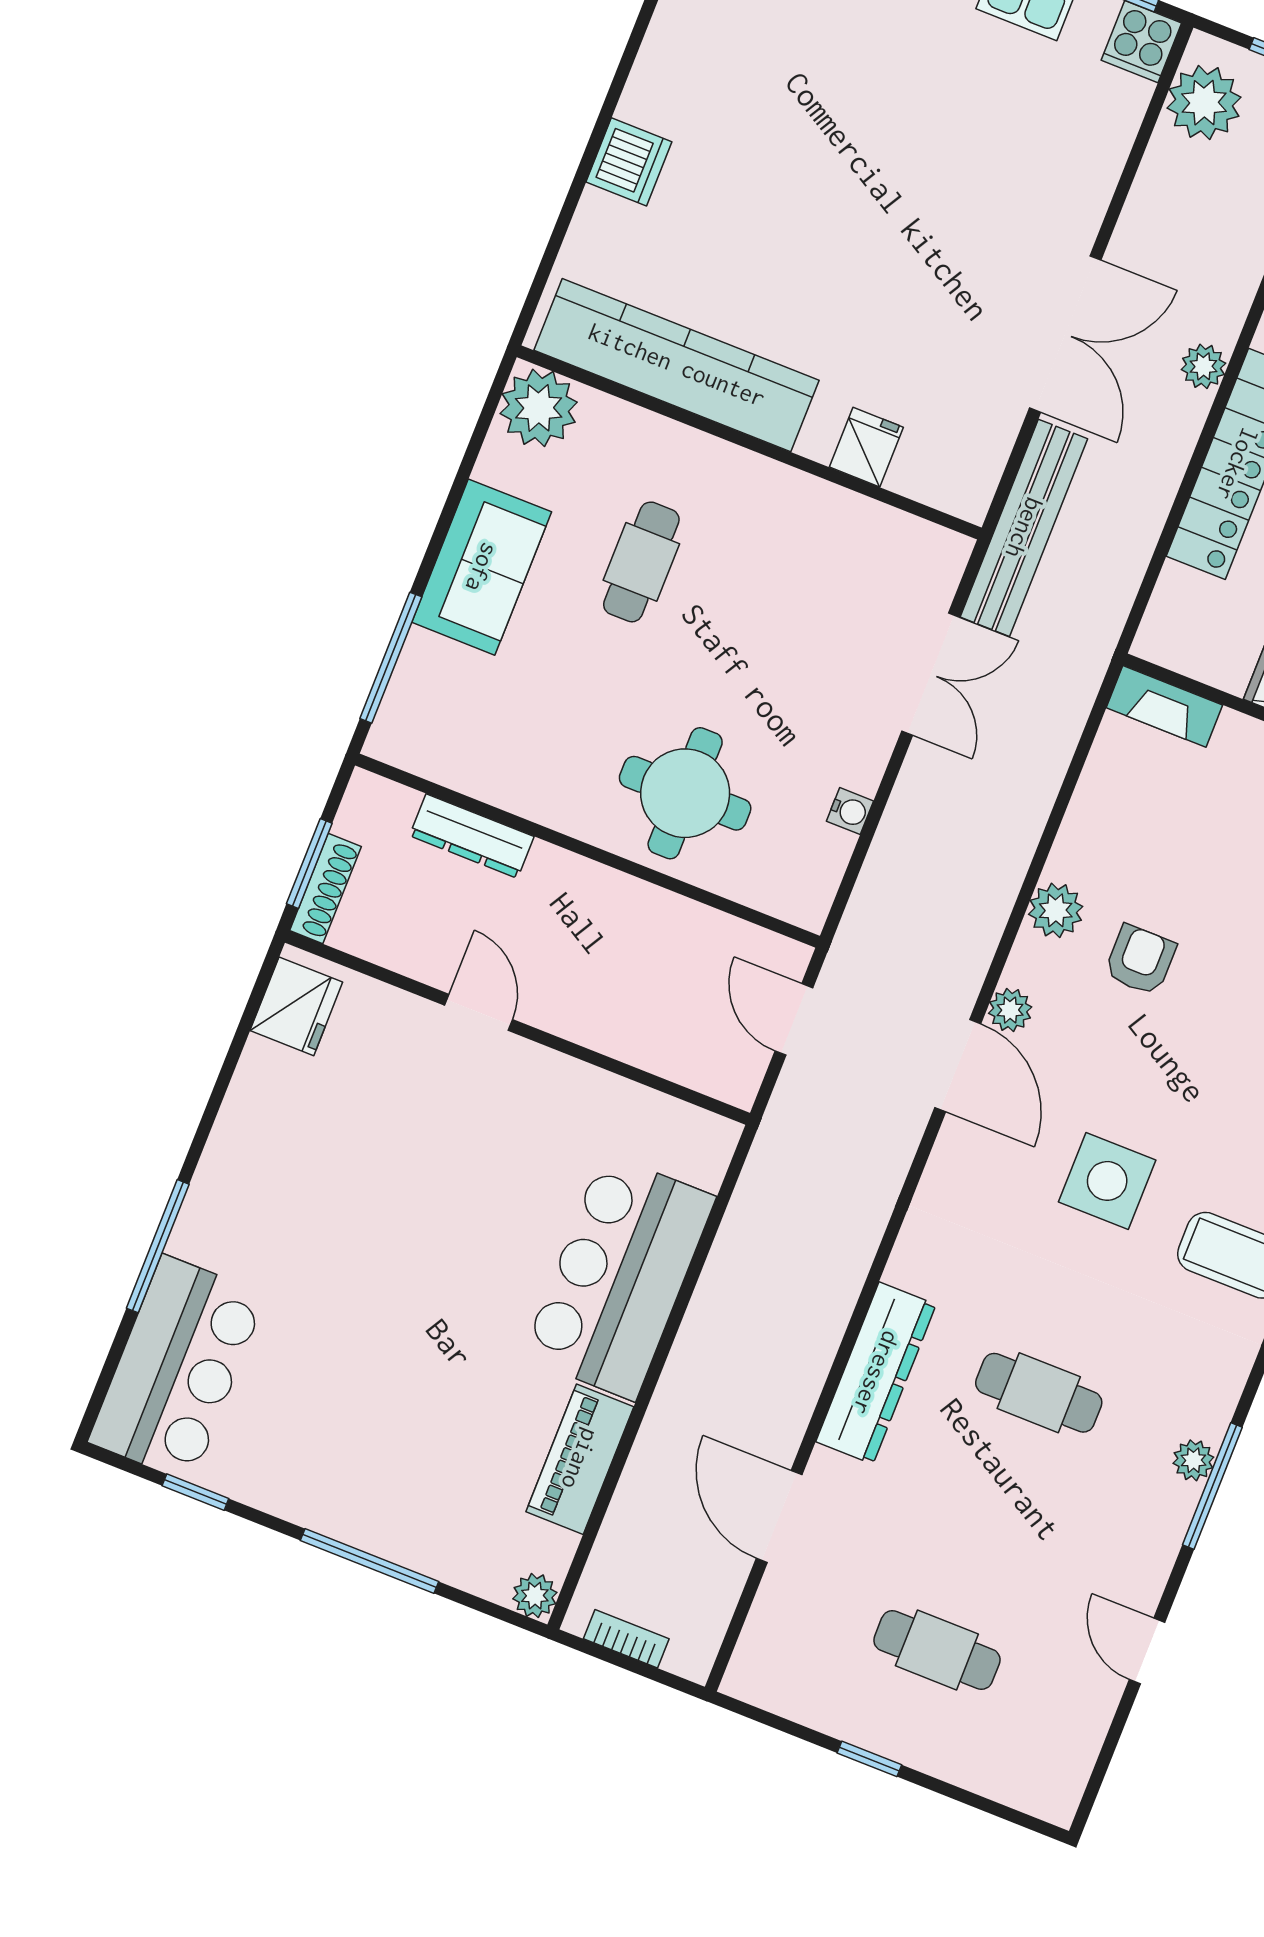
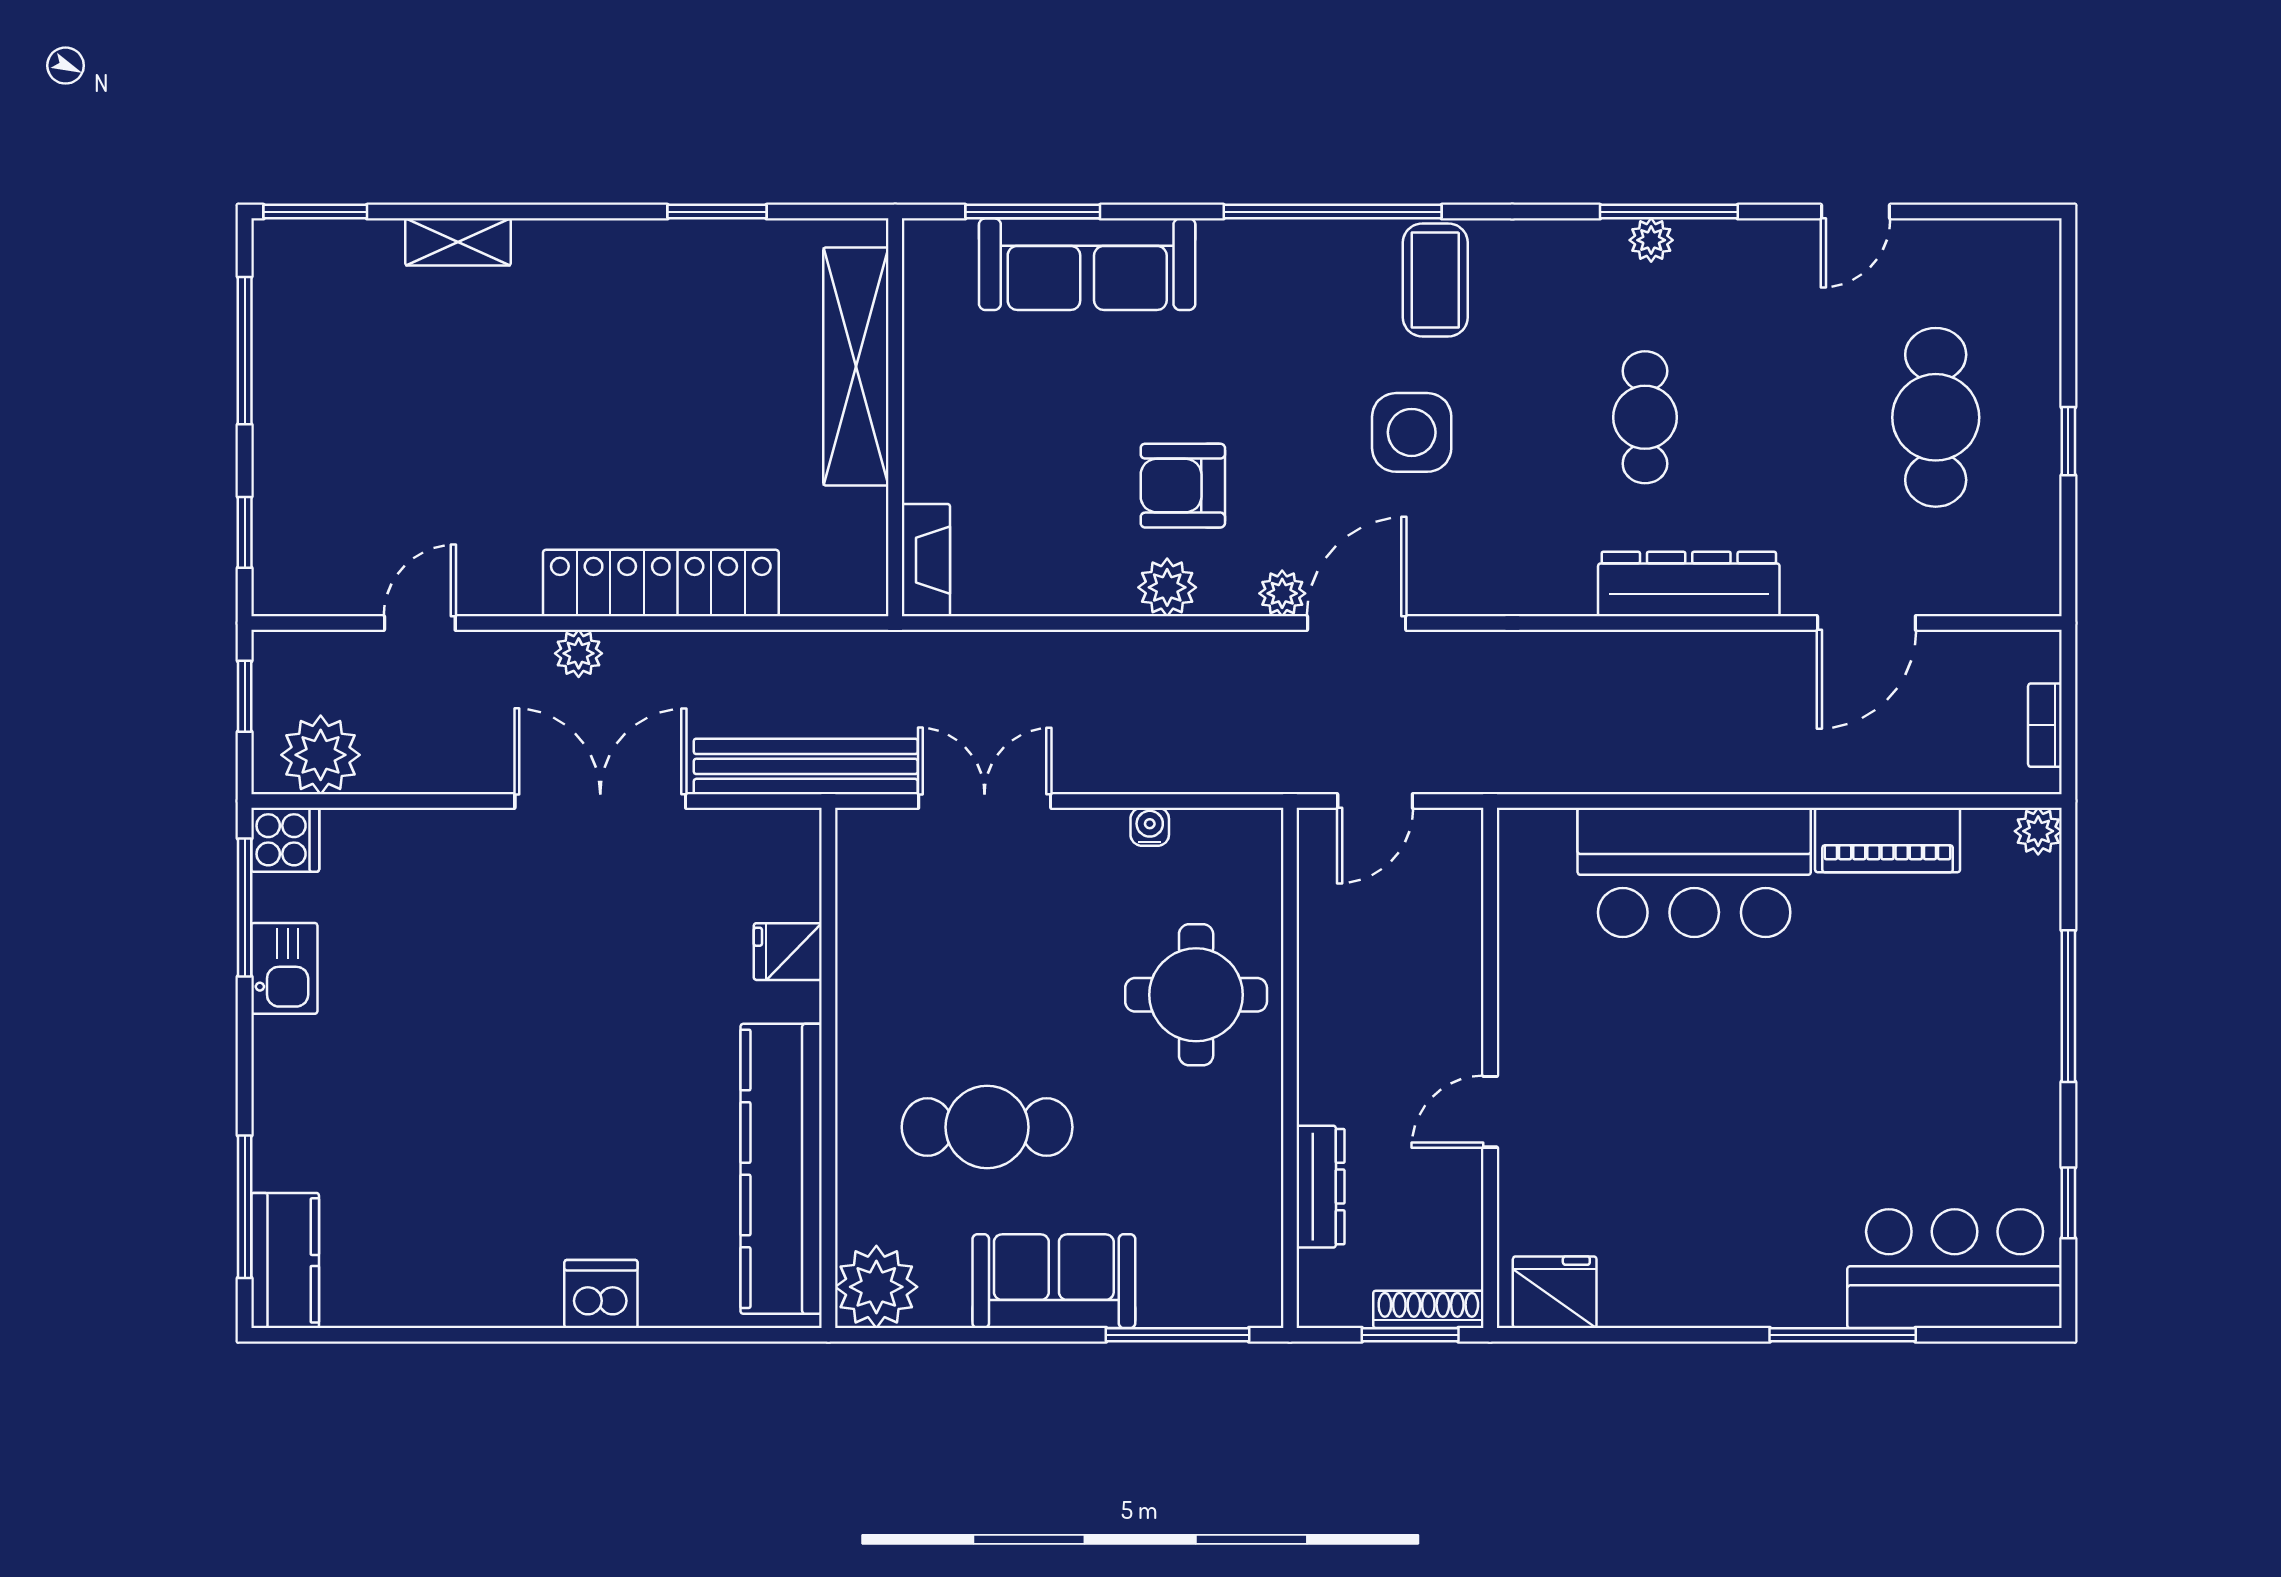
cafe table: (641, 562) -> (987, 1127), width x1.37, depth x1.35
armchair: (1140, 960) -> (1183, 486), width x1.38, depth x1.38
cafe table: (937, 1650) -> (1936, 417), width x1.37, depth x1.35

